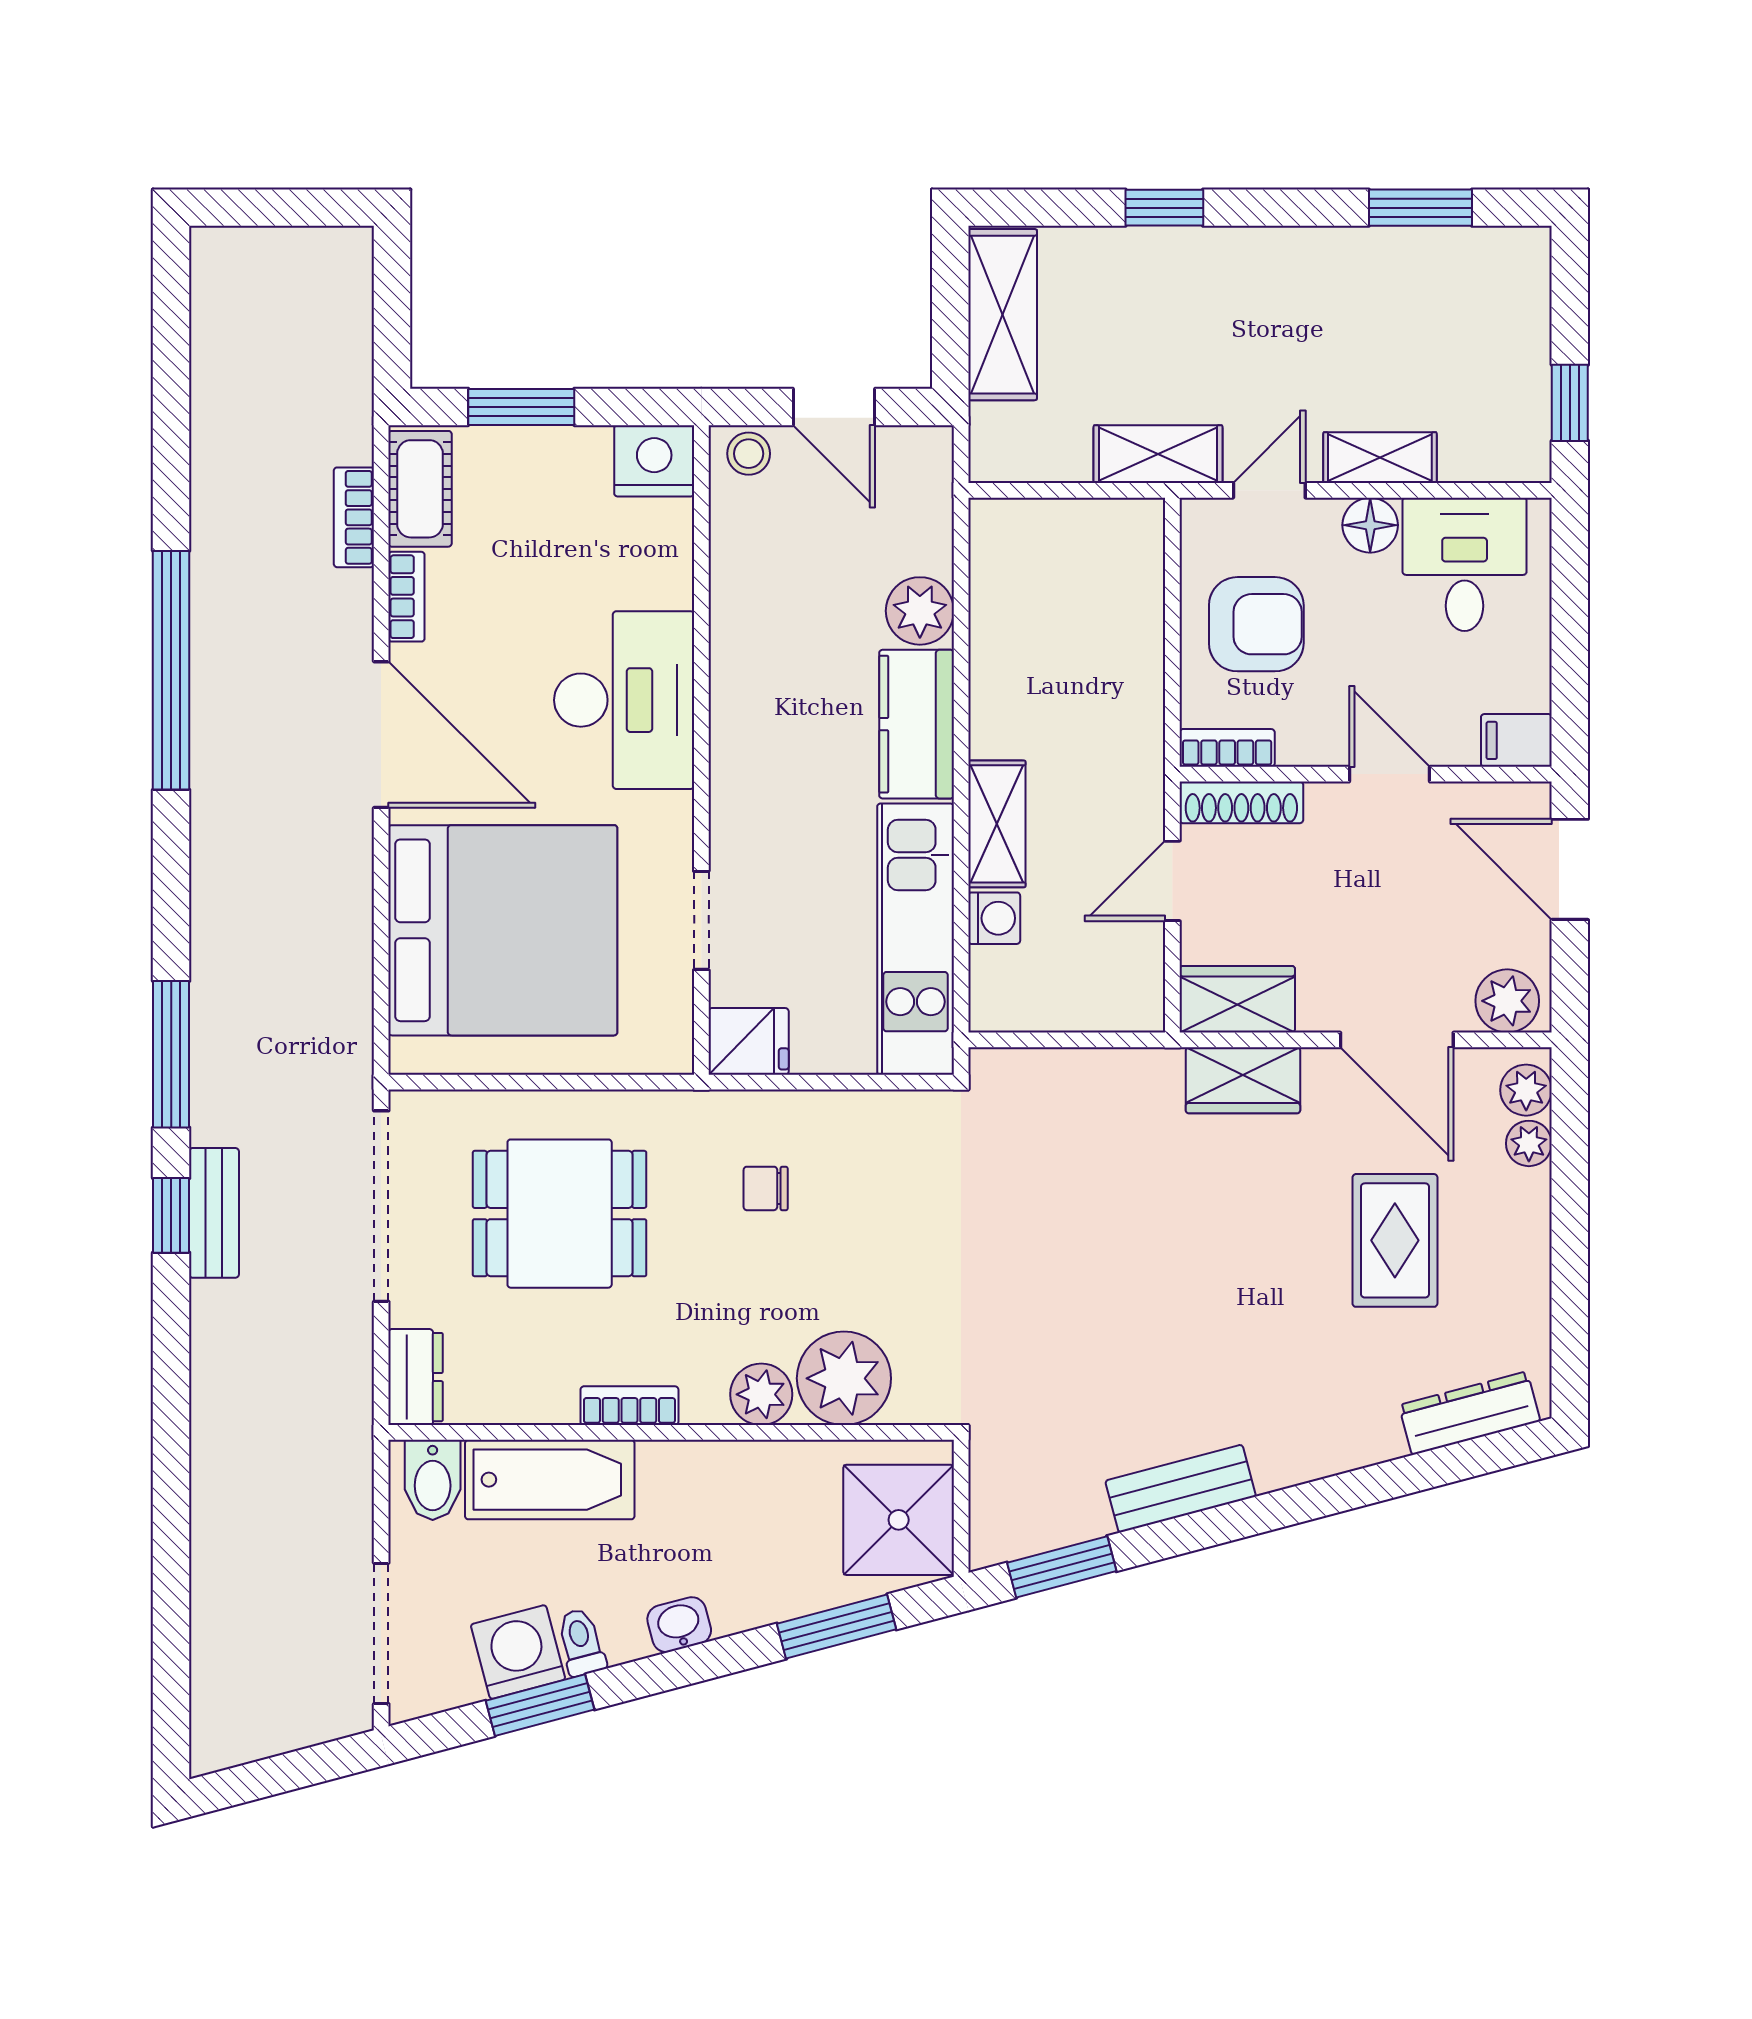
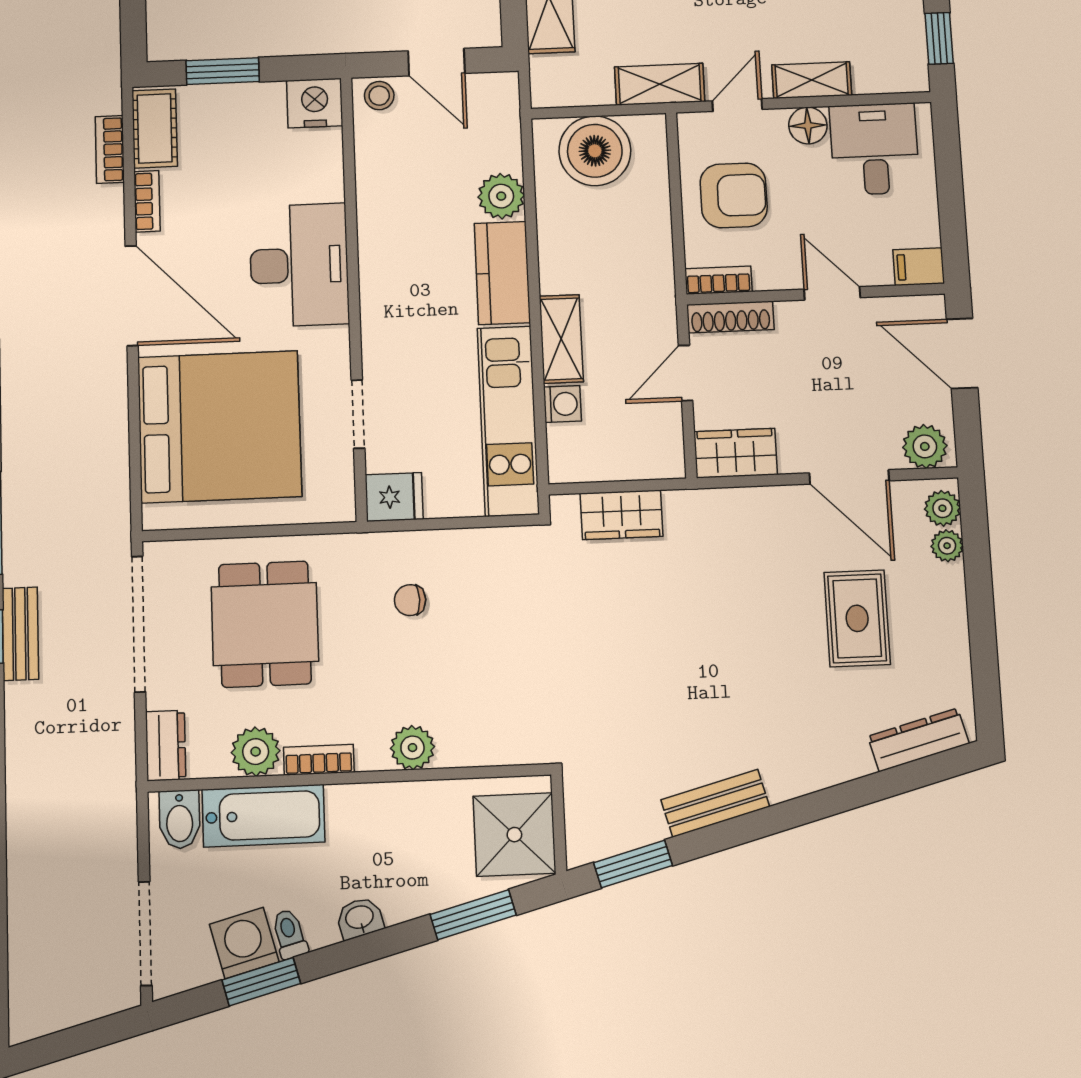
boiler: (1059, 550) -> (595, 151), added
wardrobe: (1243, 1080) -> (622, 515), moved
dining table: (560, 1214) -> (265, 624), turned 90
plant: (844, 1378) -> (256, 752), moved, width x0.73, depth x0.73

